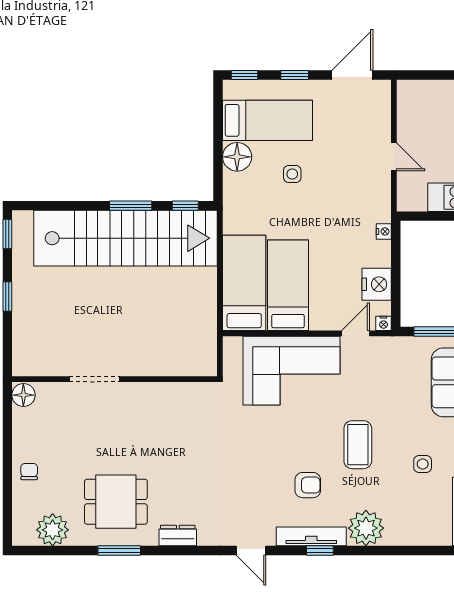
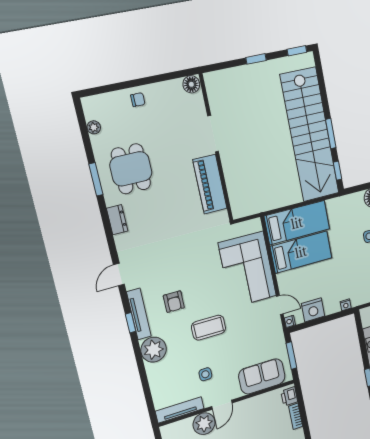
piano: (161, 399) -> (210, 184), added
plant: (53, 530) -> (94, 127), width x0.53, depth x0.53

